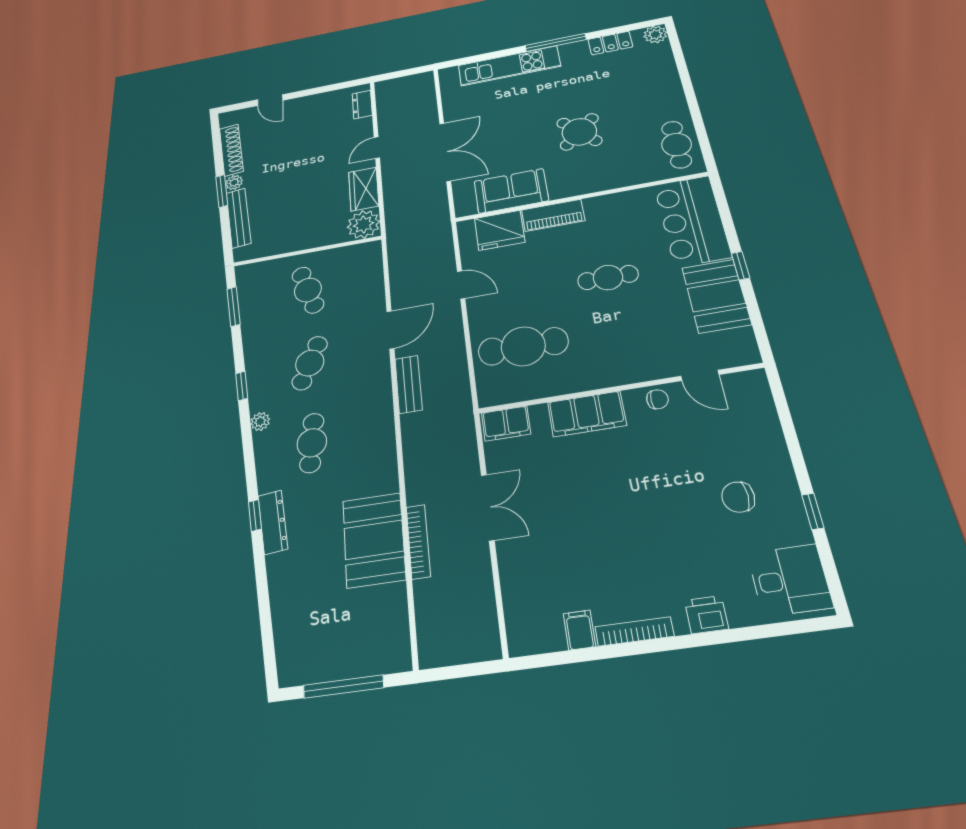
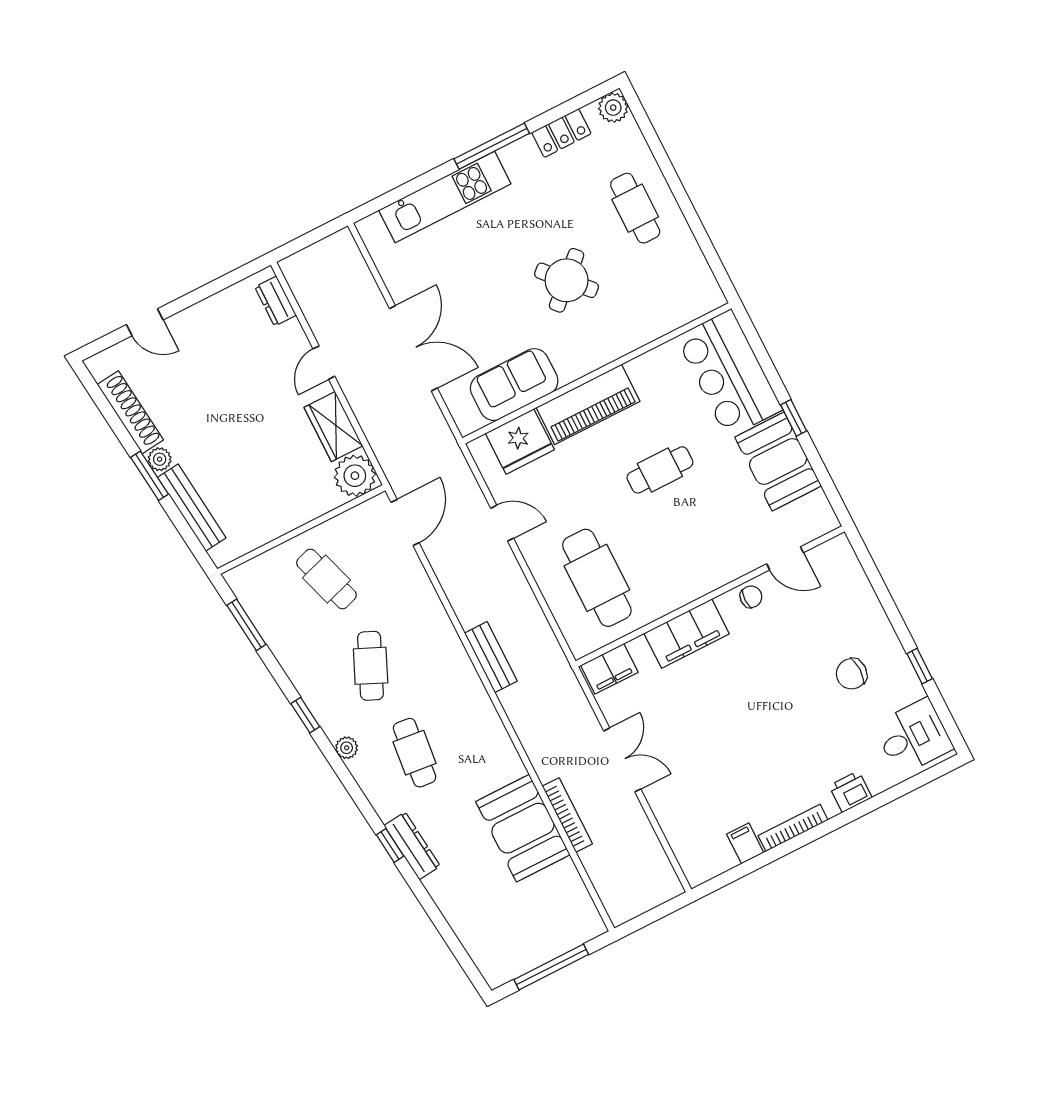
cafe table: (677, 145) -> (635, 208), moved
piano: (553, 215) -> (588, 404), width x1.37, depth x1.33
door: (390, 330) -> (405, 522), moved
cafe table: (523, 346) -> (597, 578), turned 90

